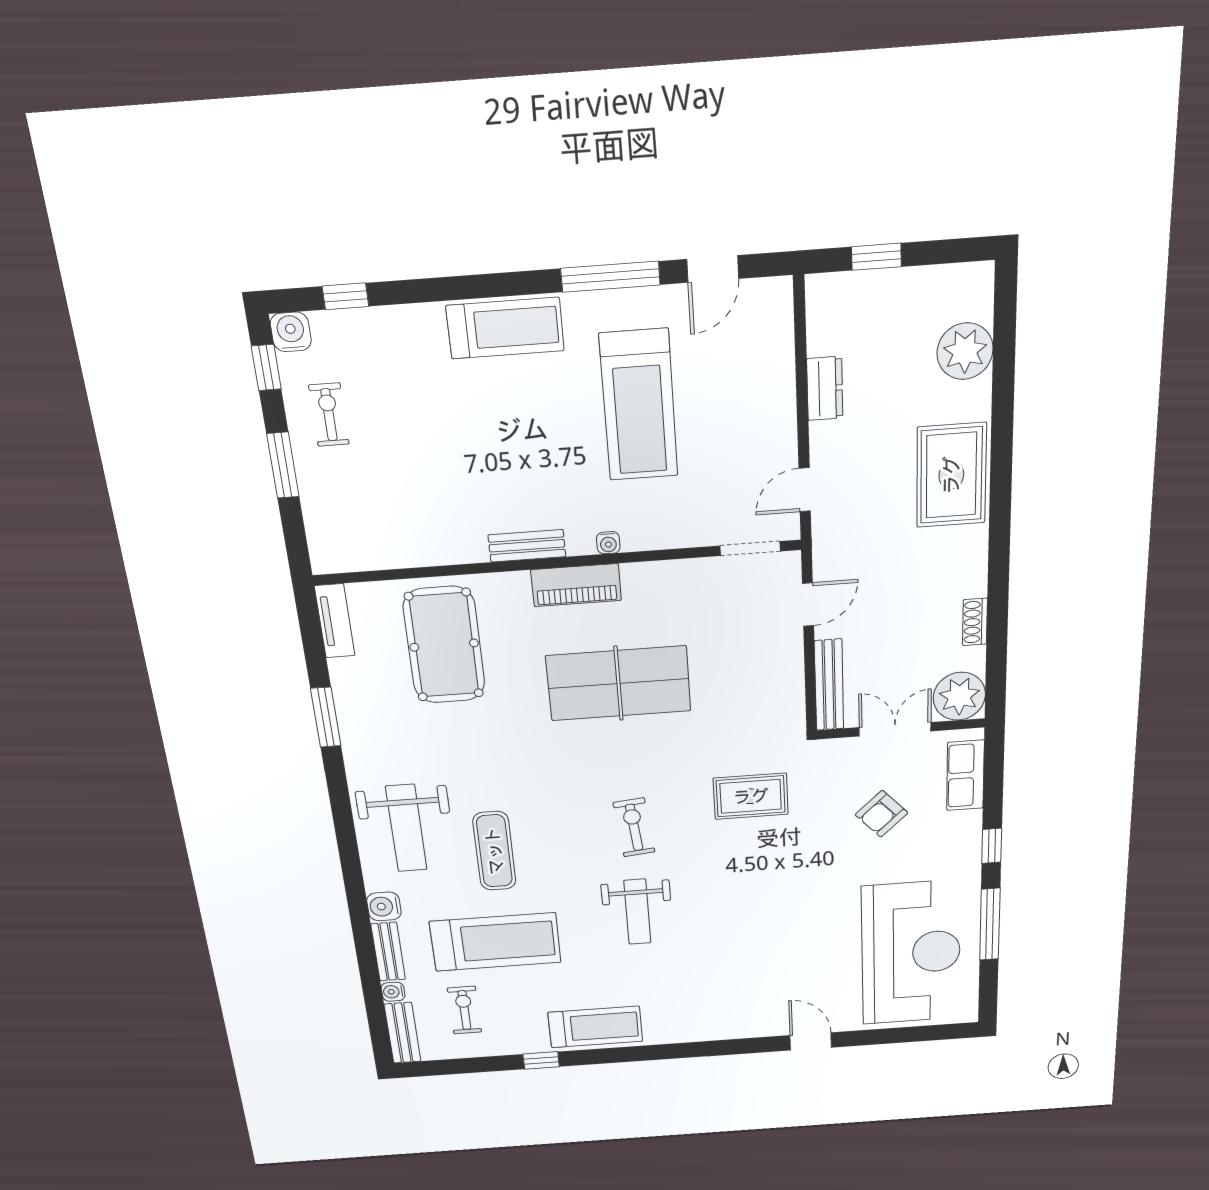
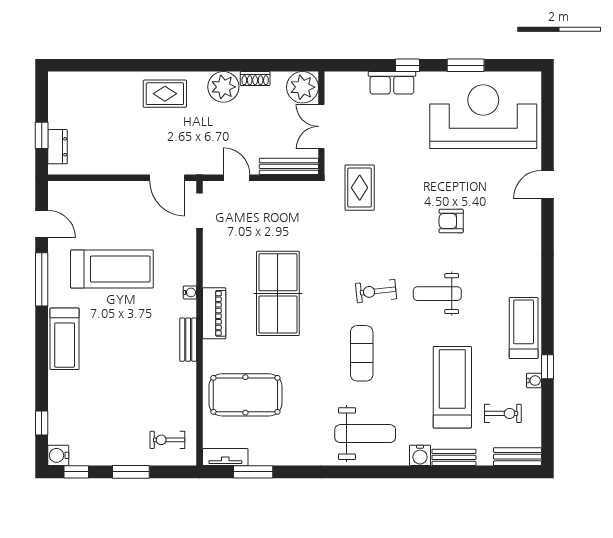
treadmill: (505, 328) -> (65, 339), turned 180
plant: (965, 351) -> (223, 87), moved
dresser: (825, 388) -> (58, 147), moved, turned 90
exercise bike: (329, 415) -> (167, 440), moved
rug: (951, 475) -> (165, 94), width x0.73, depth x0.70
door: (805, 490) -> (167, 178), width x1.38
window: (326, 717) -> (253, 472), moved
row of seats: (965, 775) -> (392, 83), moved
rug: (751, 796) -> (360, 188), moved
armchair: (882, 814) -> (451, 221), moved, turned 133
exercise mat: (494, 851) -> (362, 353), moved, turned 90
weight bench: (637, 912) -> (437, 294), turned 180
window: (990, 924) -> (466, 65), width x0.69
water cooler: (393, 992) -> (534, 381), moved, turned -90
exercise bike: (464, 1010) -> (503, 413), turned 180

